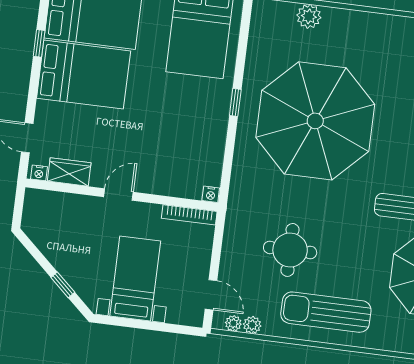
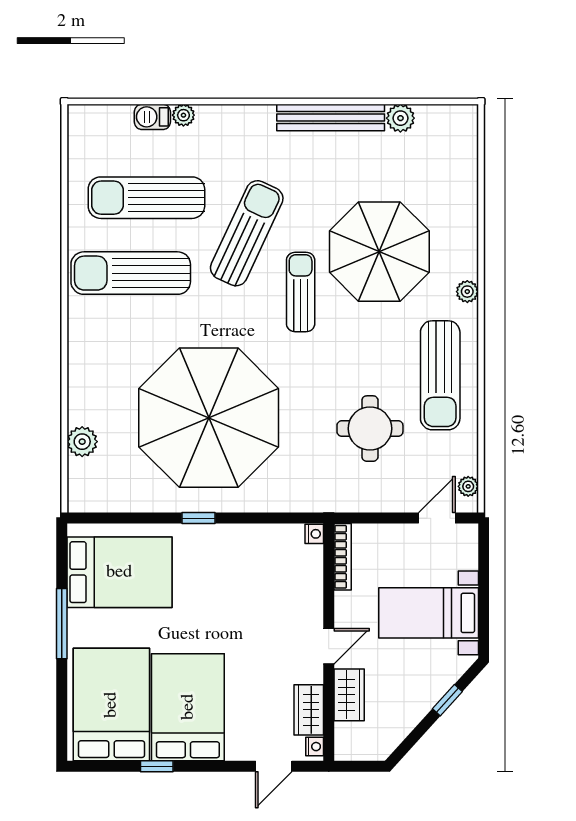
door: (118, 194) -> (329, 646), swing flipped
wardrobe: (77, 206) -> (349, 695), added
plant: (252, 325) -> (467, 292), moved

